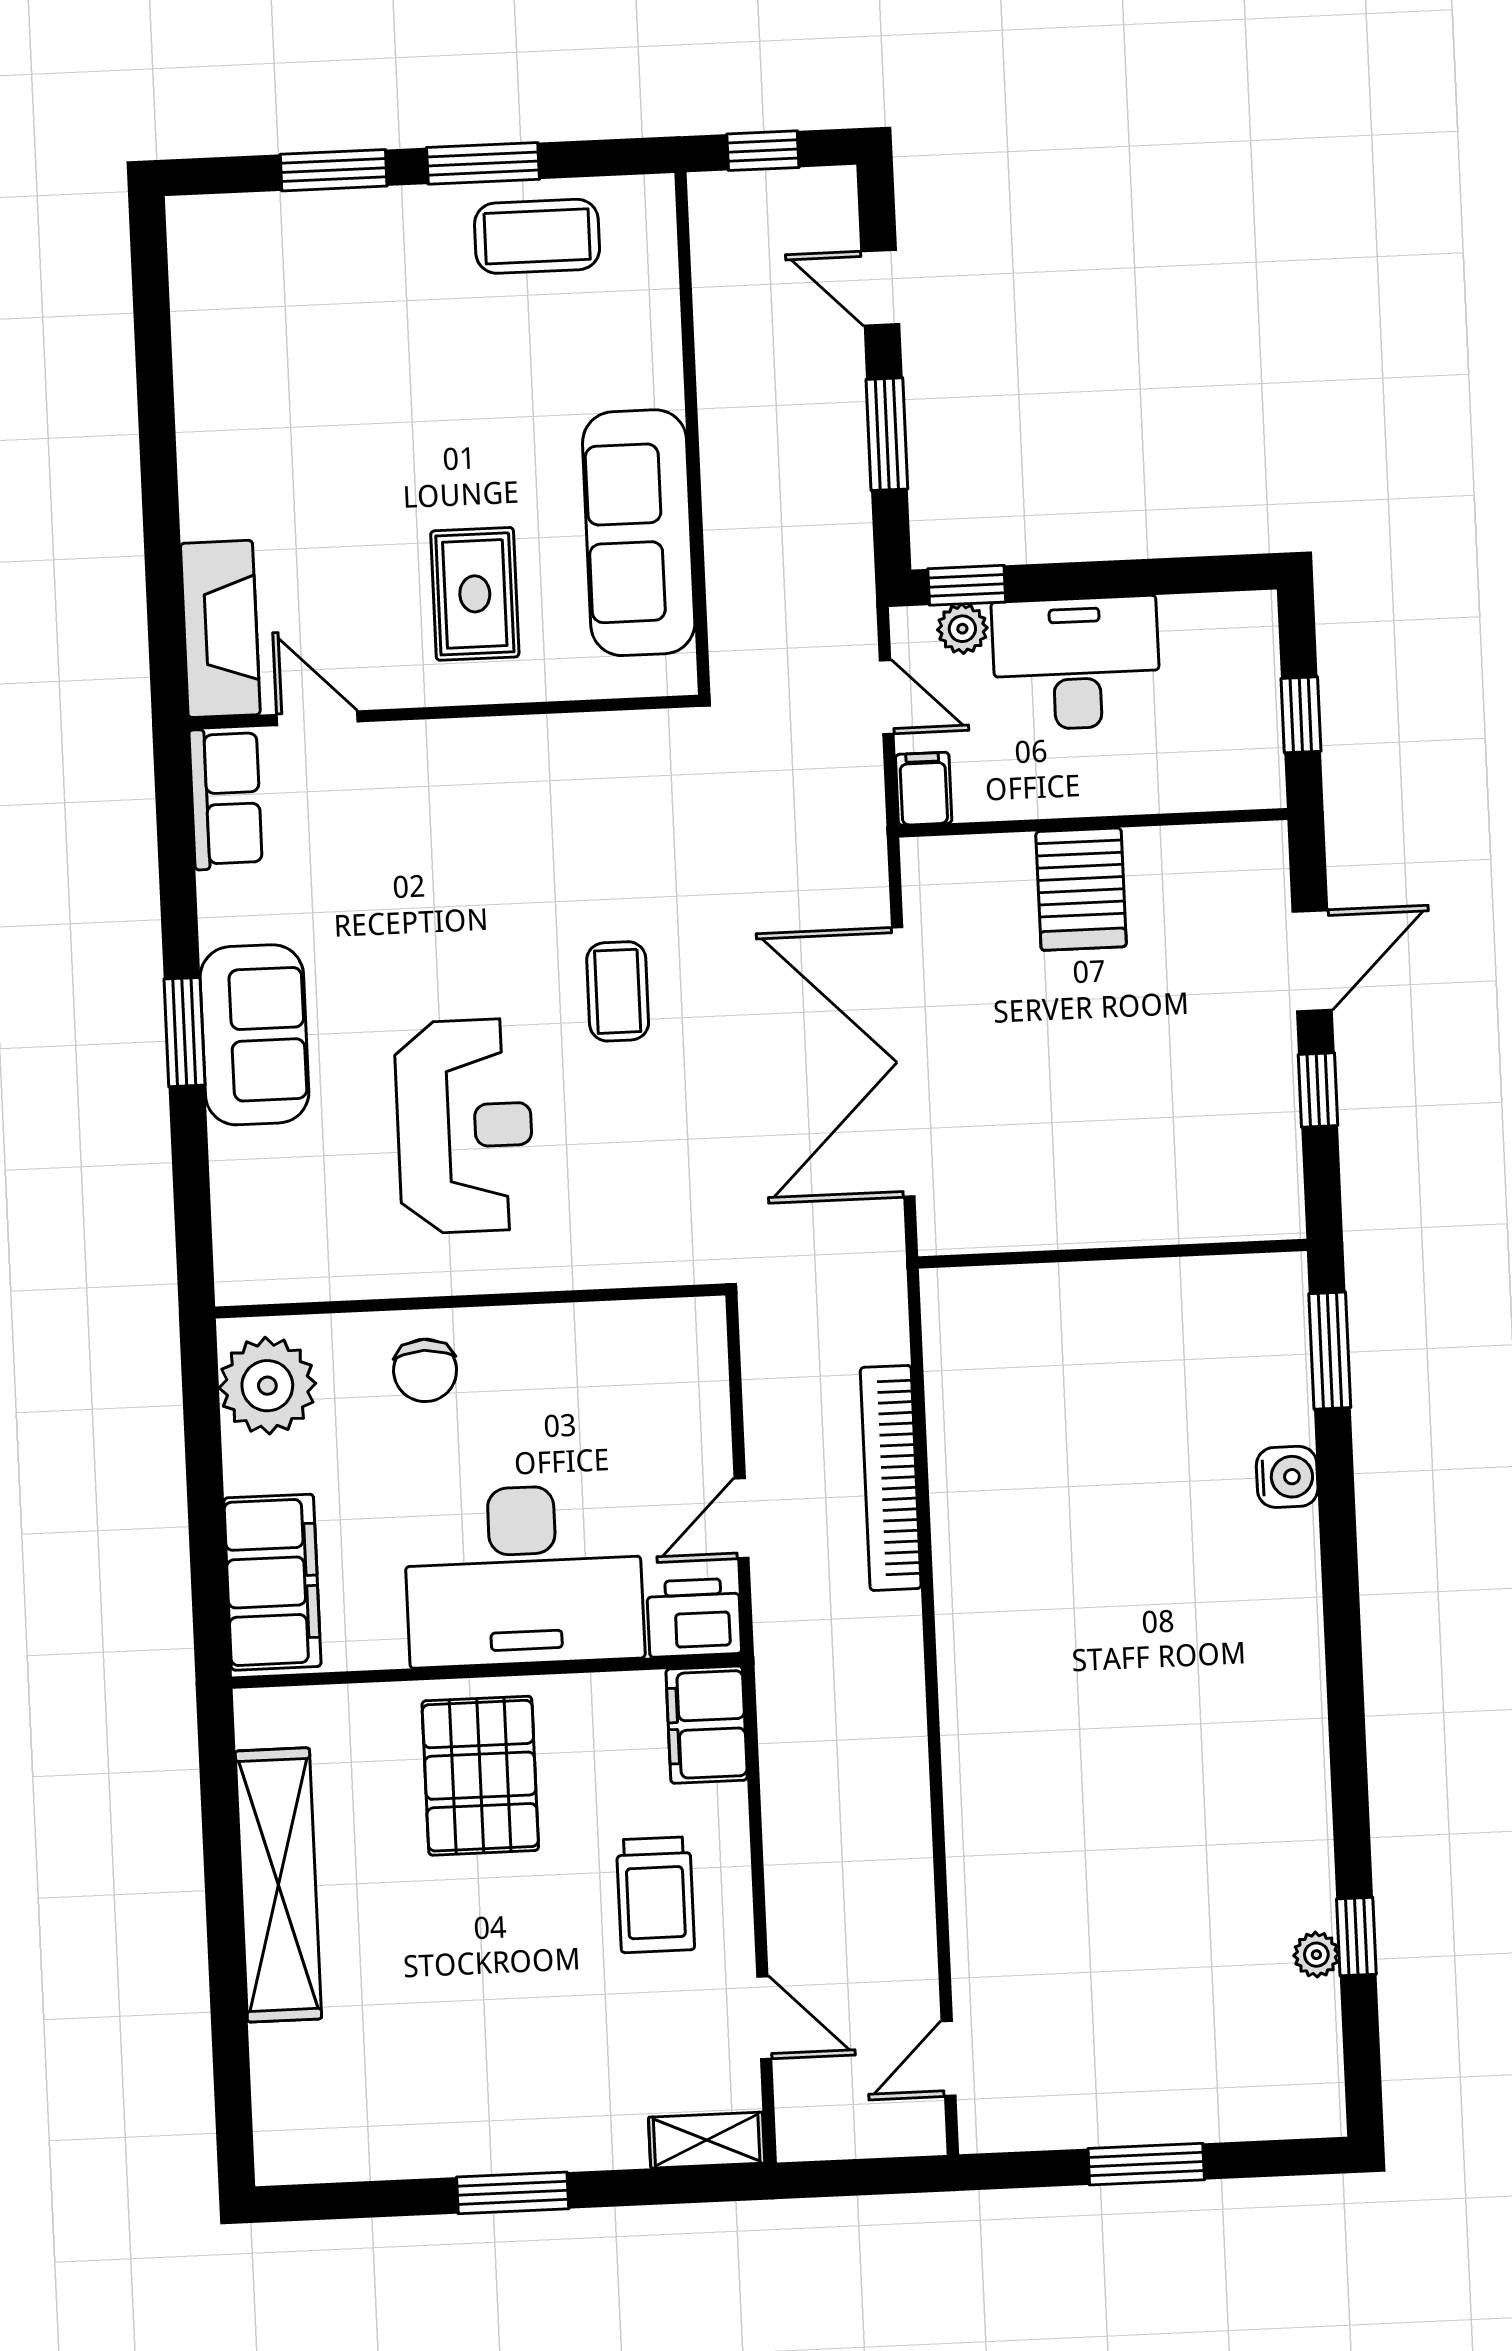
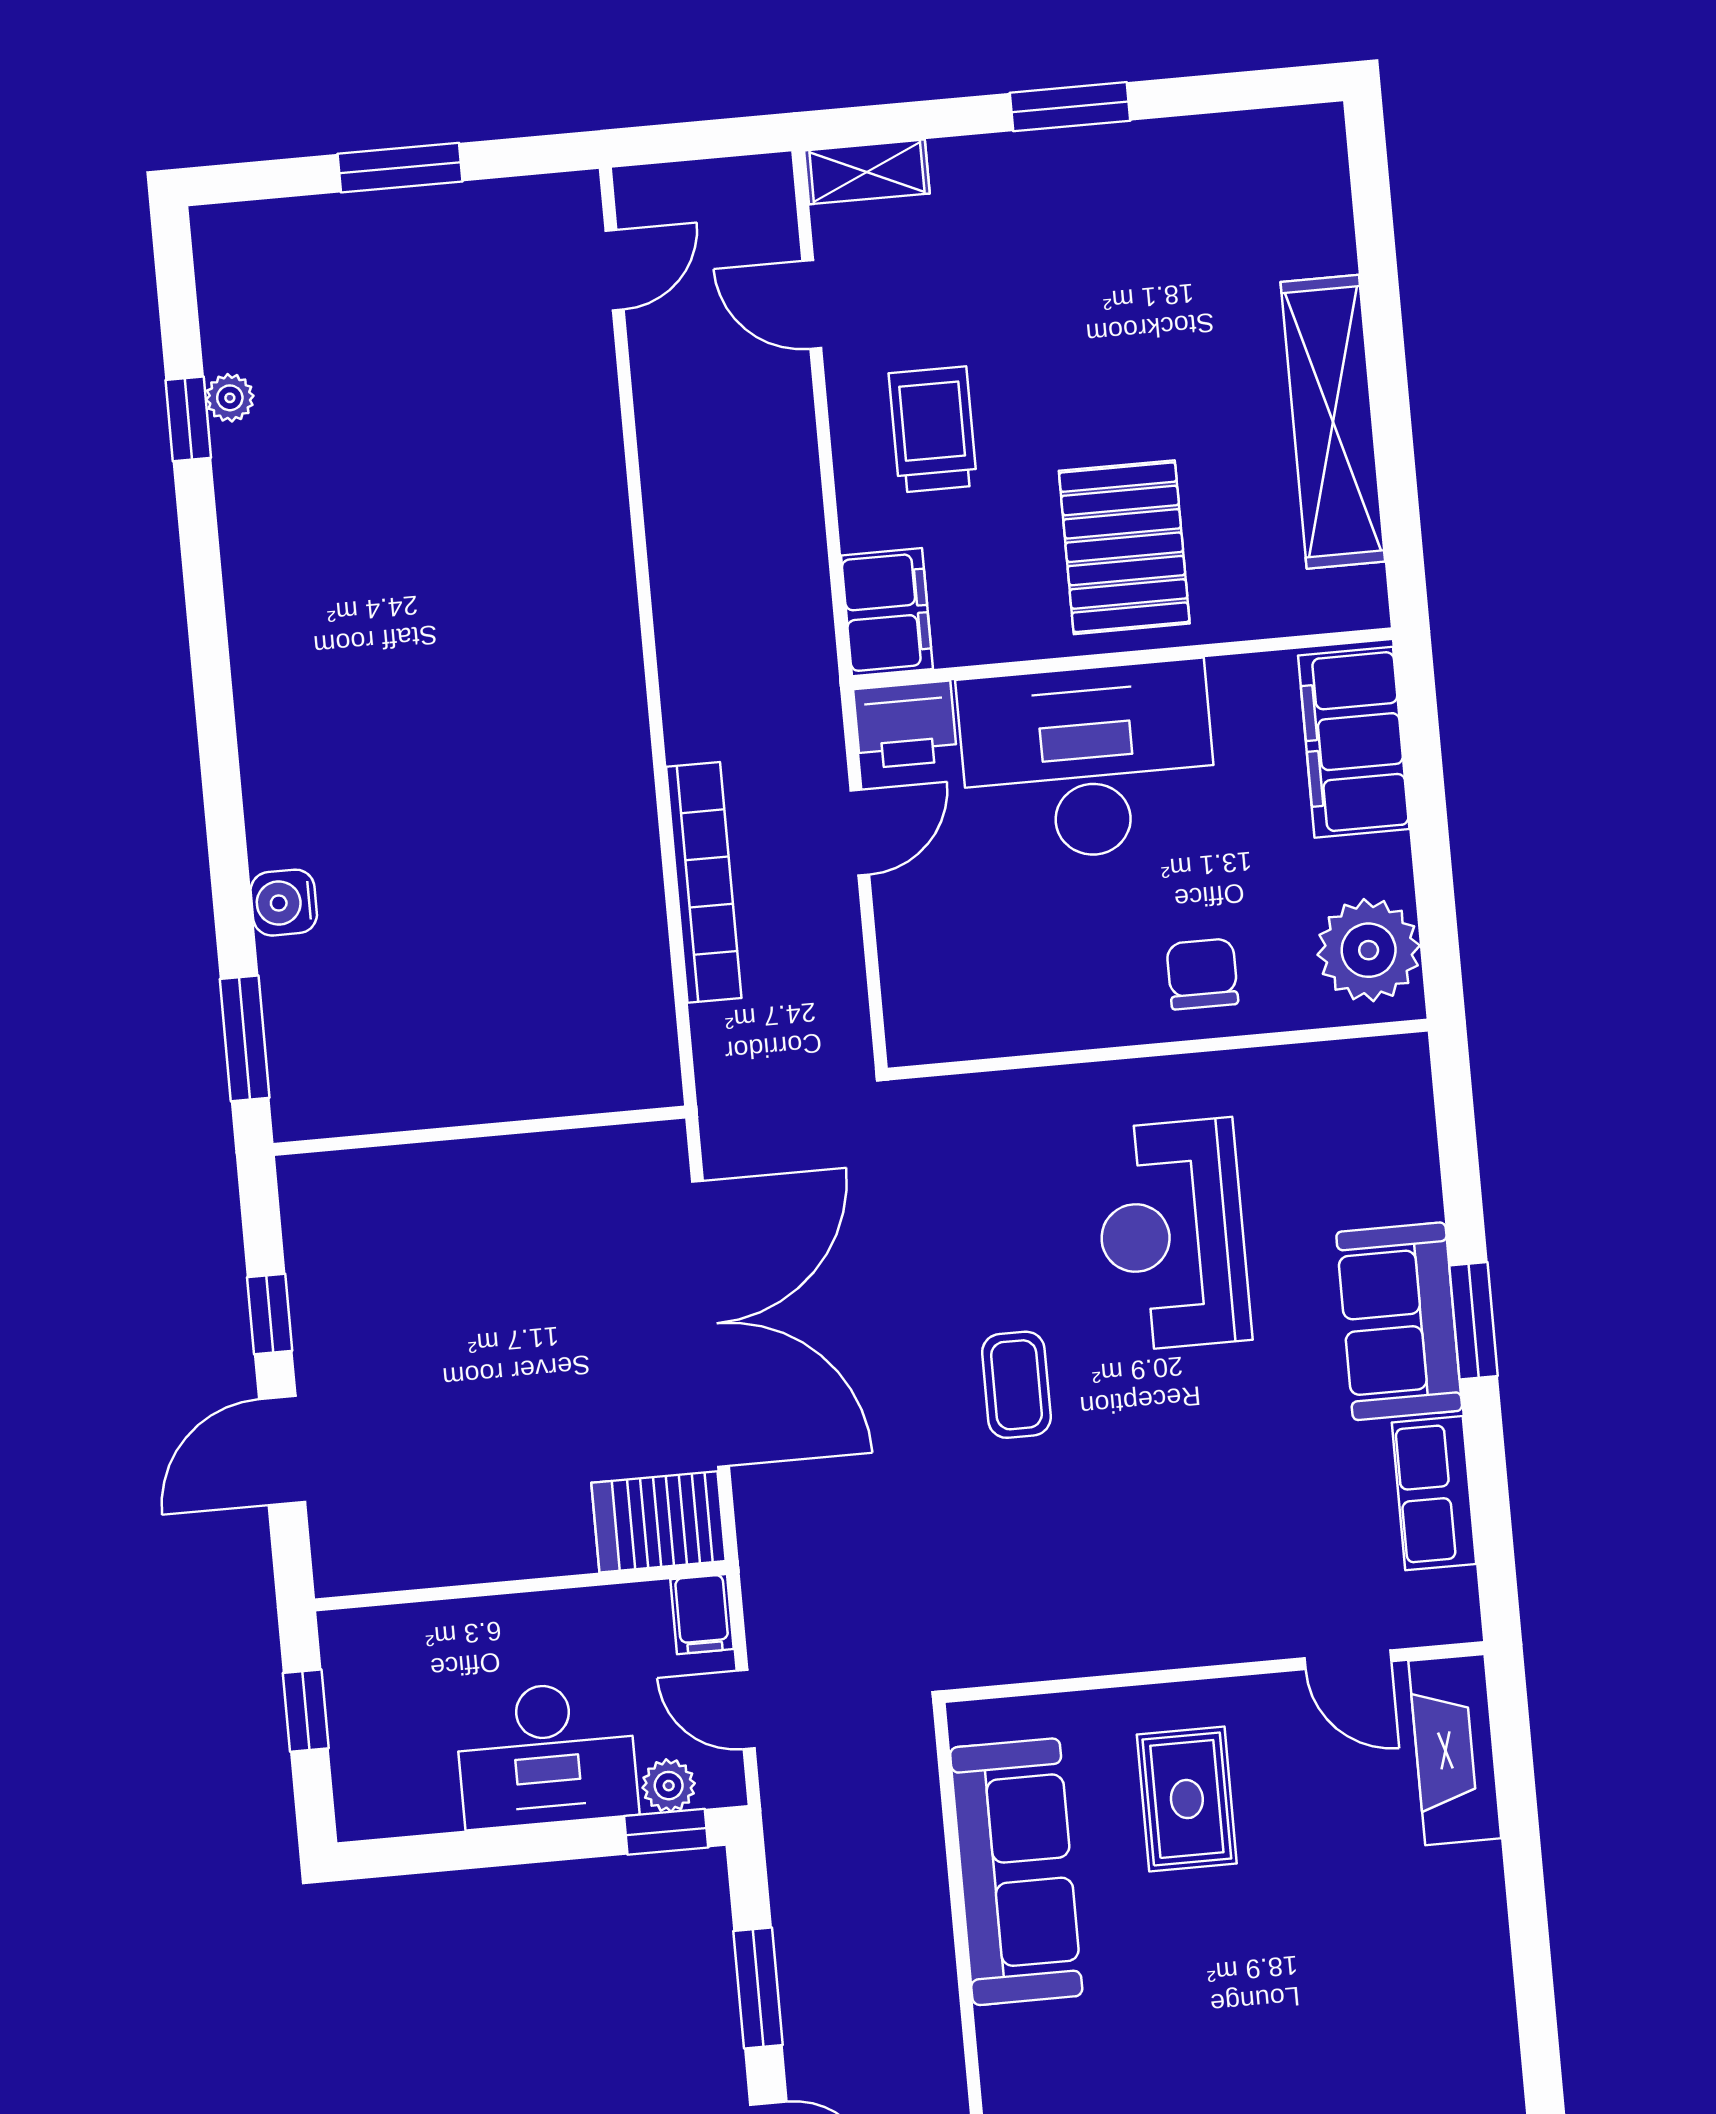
row of seats: (226, 799) -> (1434, 1493), moved
server rack: (1081, 889) -> (658, 1522), moved, turned -90

